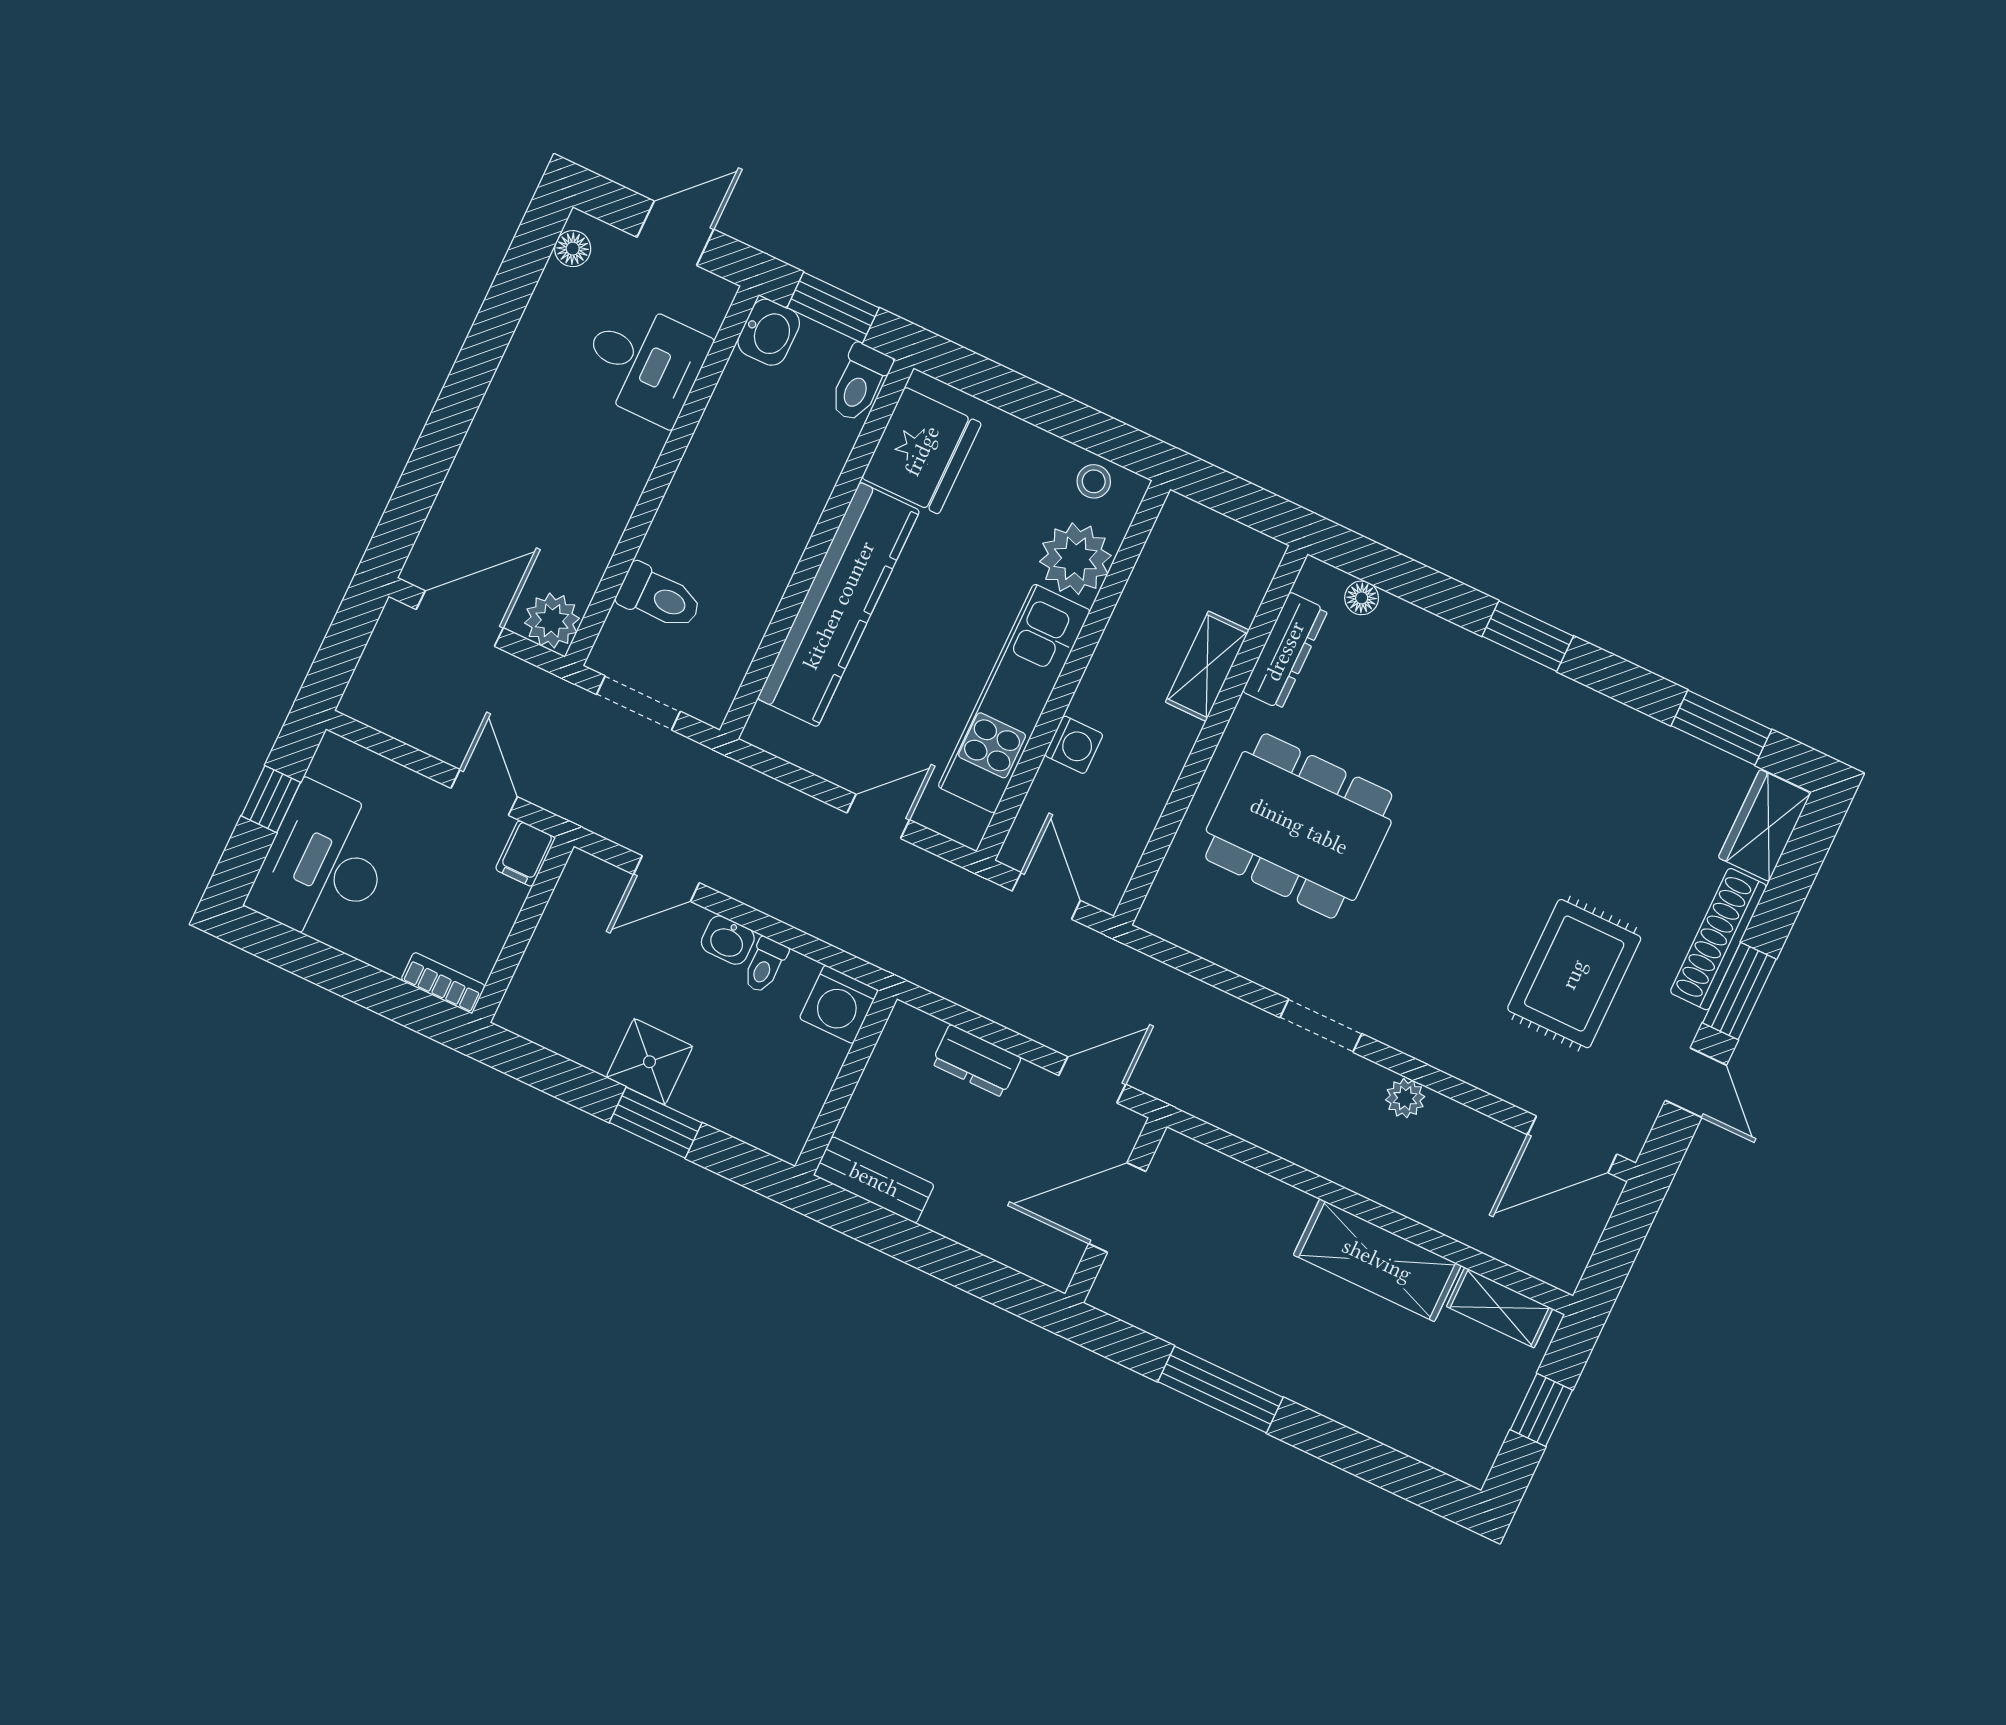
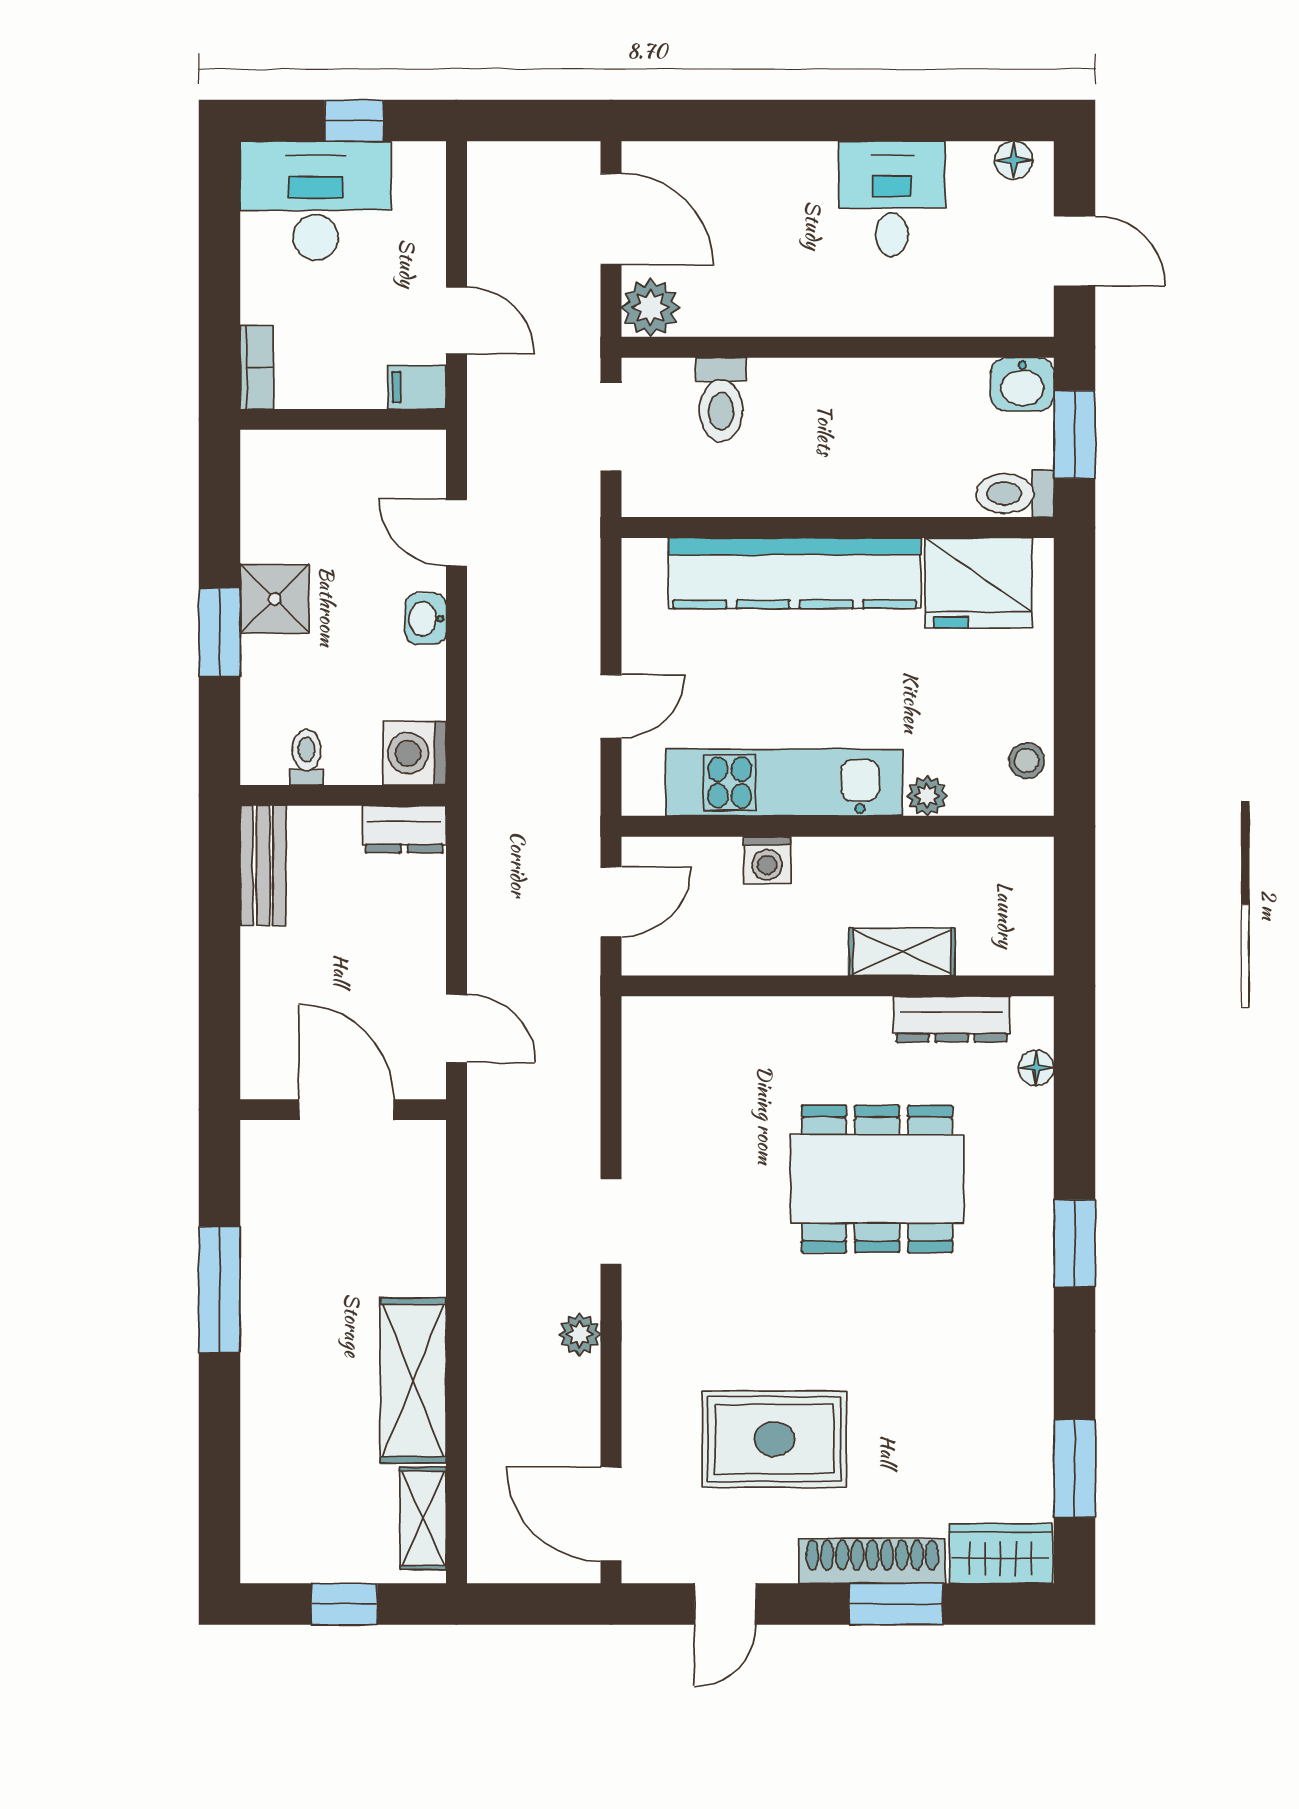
desk: (644, 362) -> (892, 199), moved, turned 180
plant: (1075, 559) -> (927, 796), width x0.53, depth x0.53
door: (484, 792) -> (456, 321), hinge flipped
door: (878, 816) -> (611, 706), hinge flipped
dining table: (1299, 826) -> (877, 1179), moved, turned 90
toilet: (765, 965) -> (306, 757), moved, turned 90
window: (1739, 991) -> (896, 1604), moved
dresser: (976, 1061) -> (404, 829), moved, turned -90

